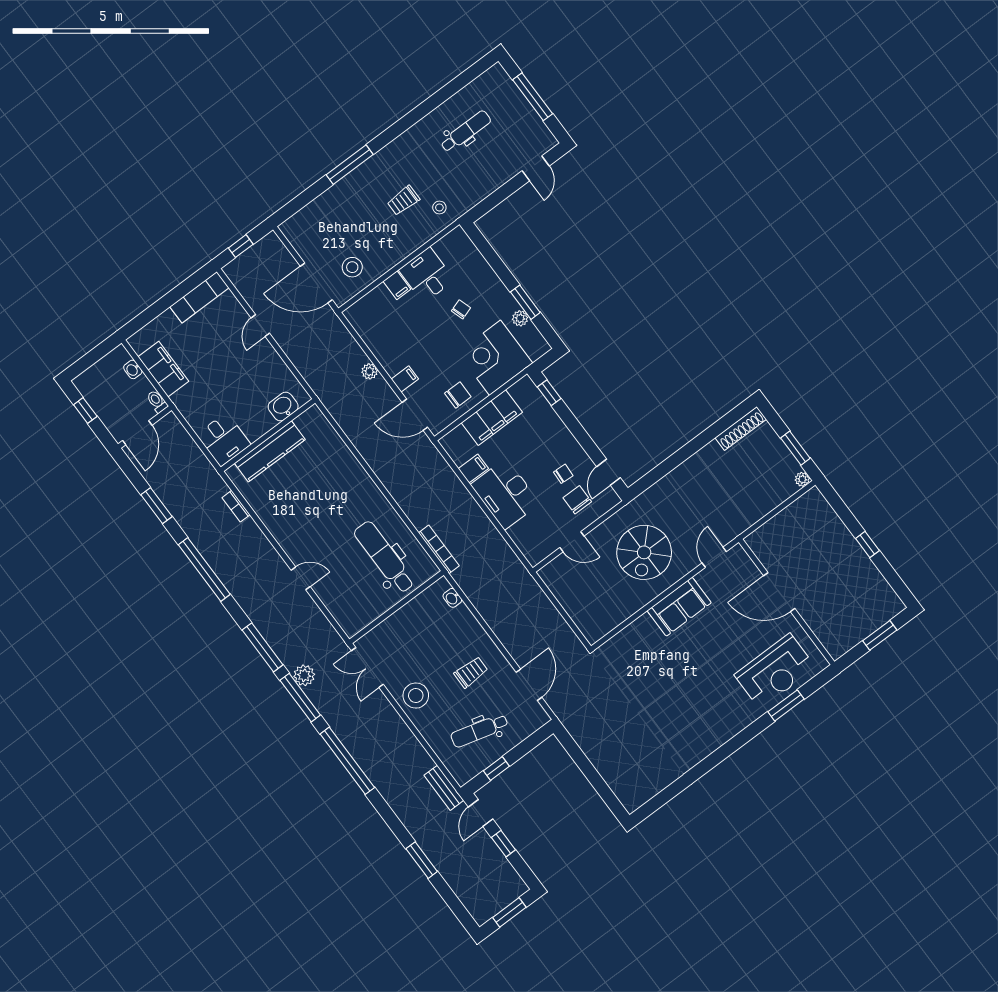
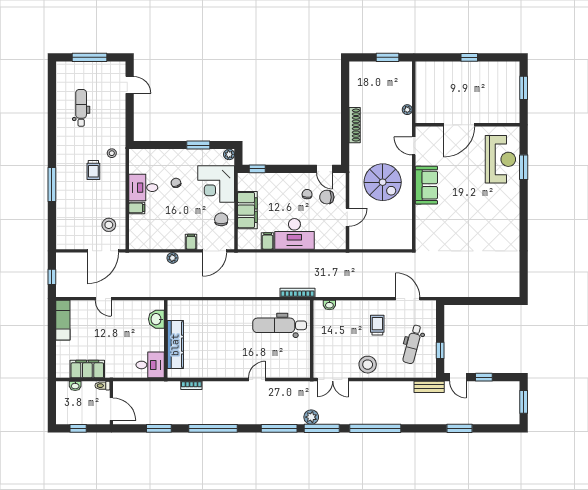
plant: (520, 318) -> (229, 154), moved
shoe rack: (741, 429) -> (355, 125), moved
plant: (802, 479) -> (407, 110), moved

